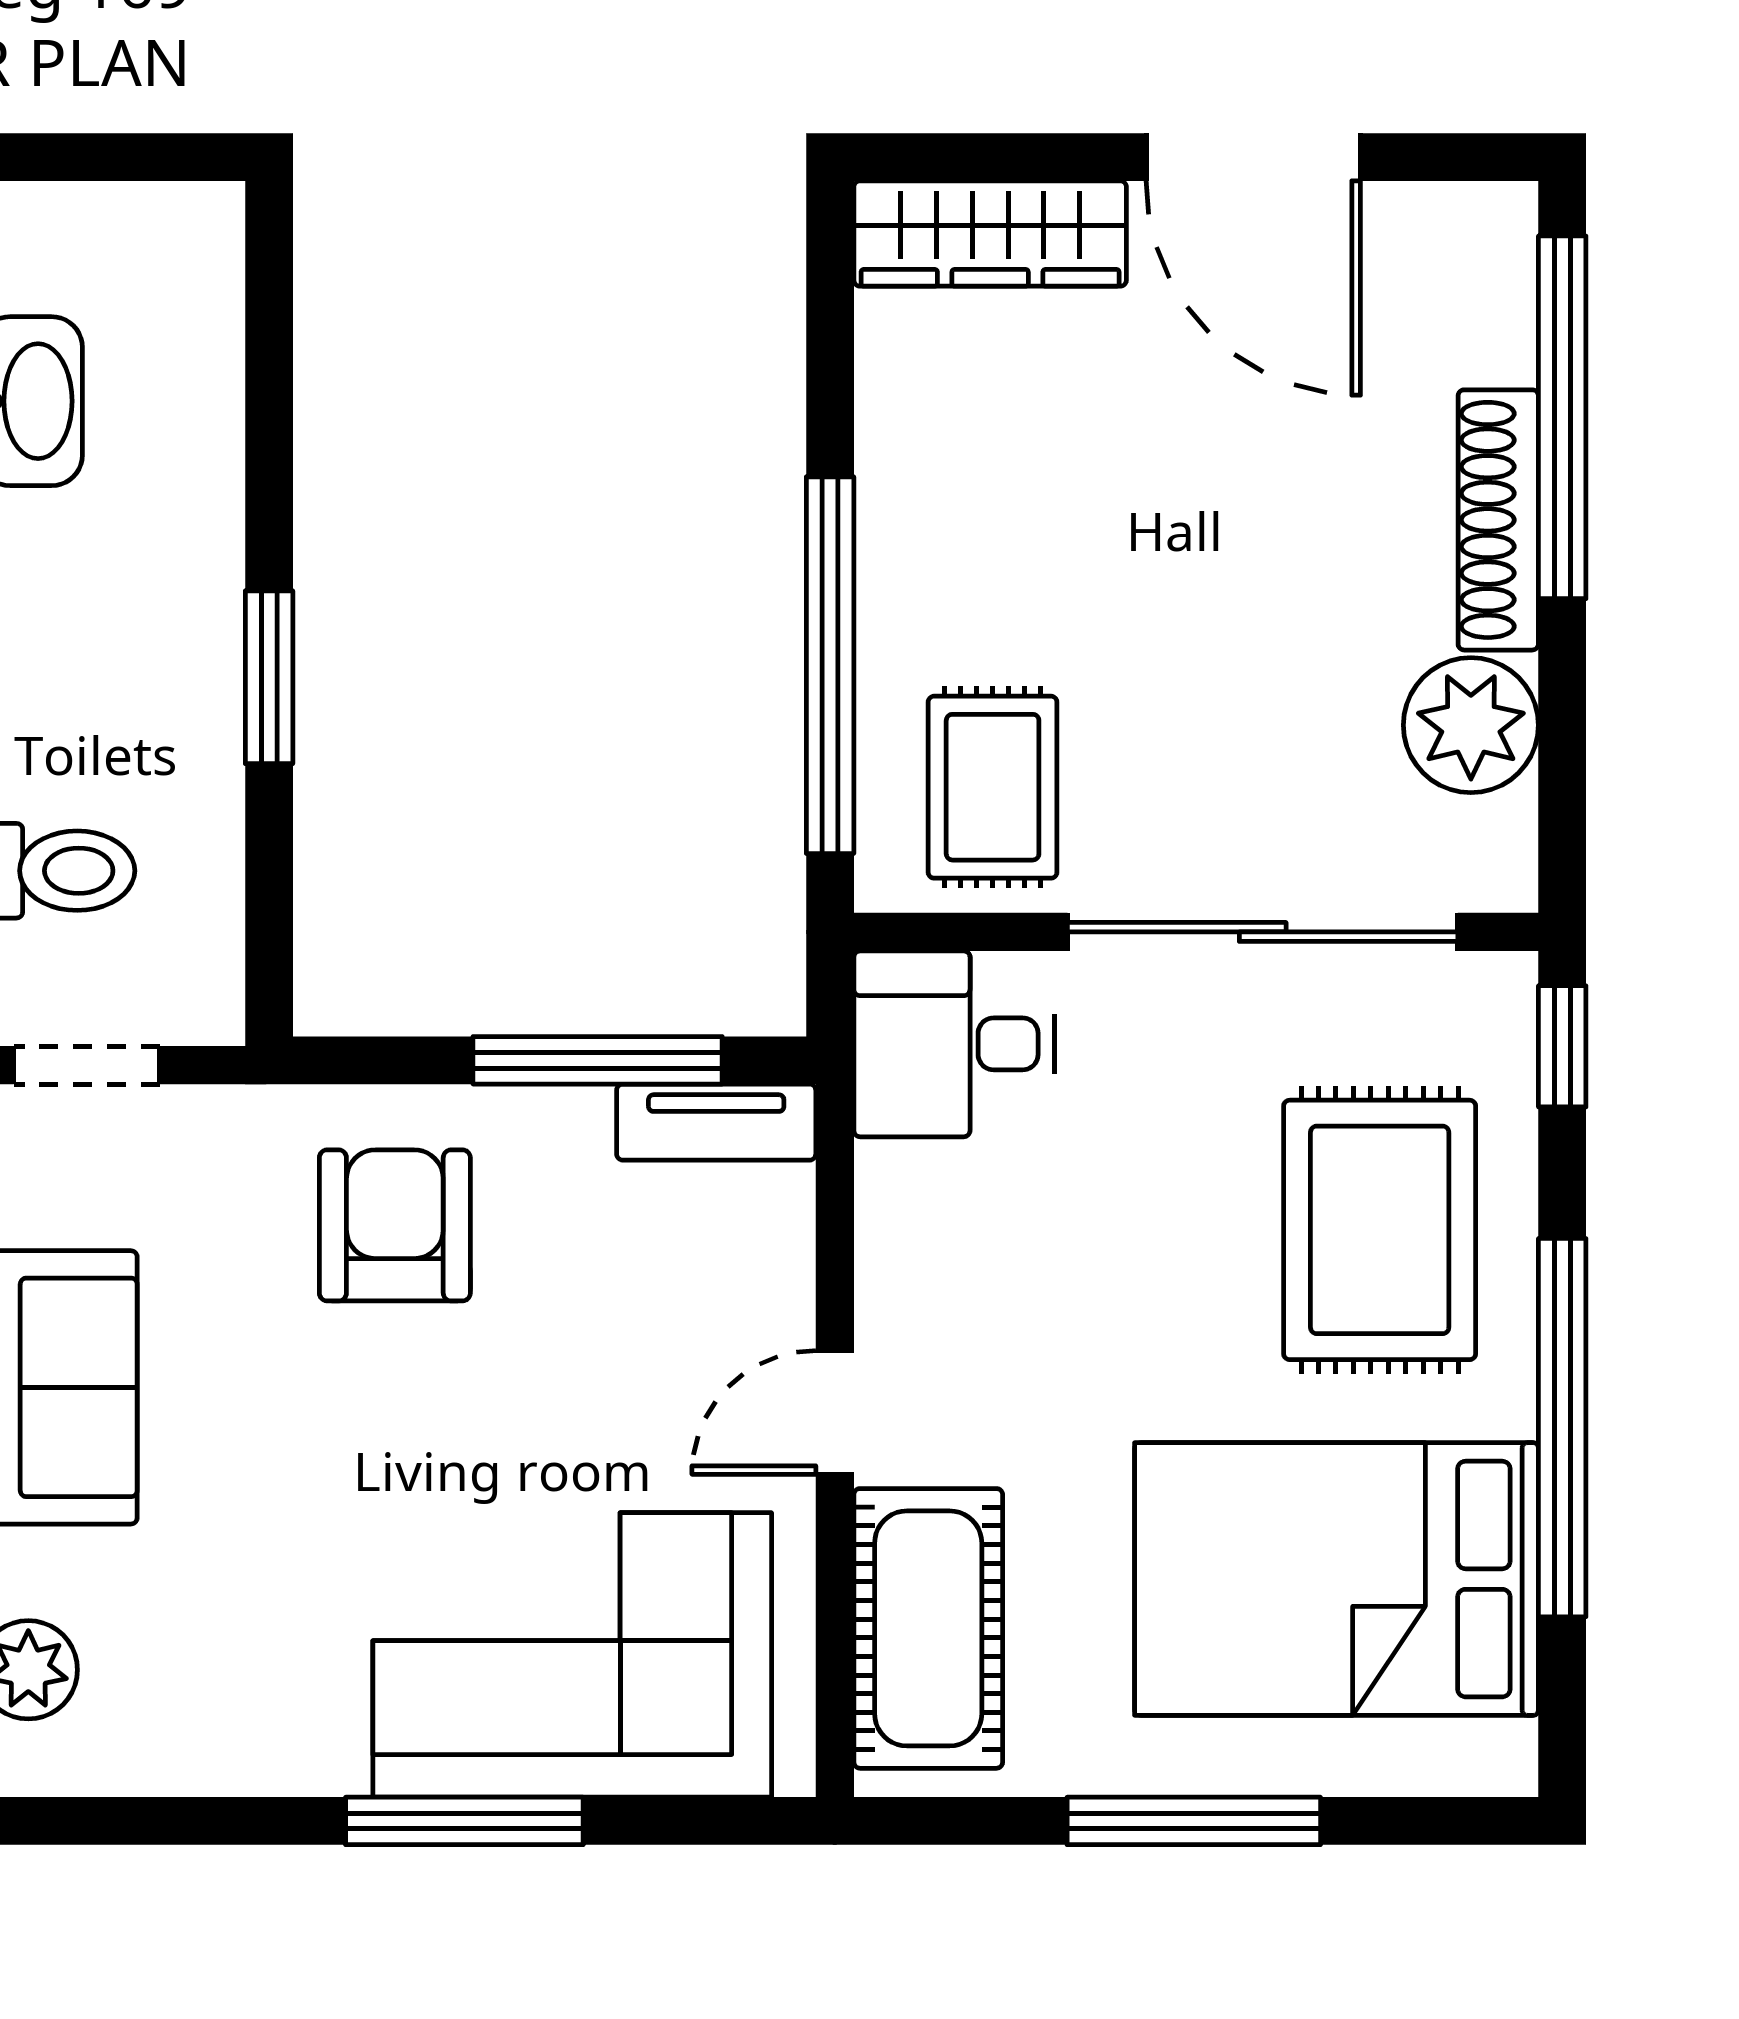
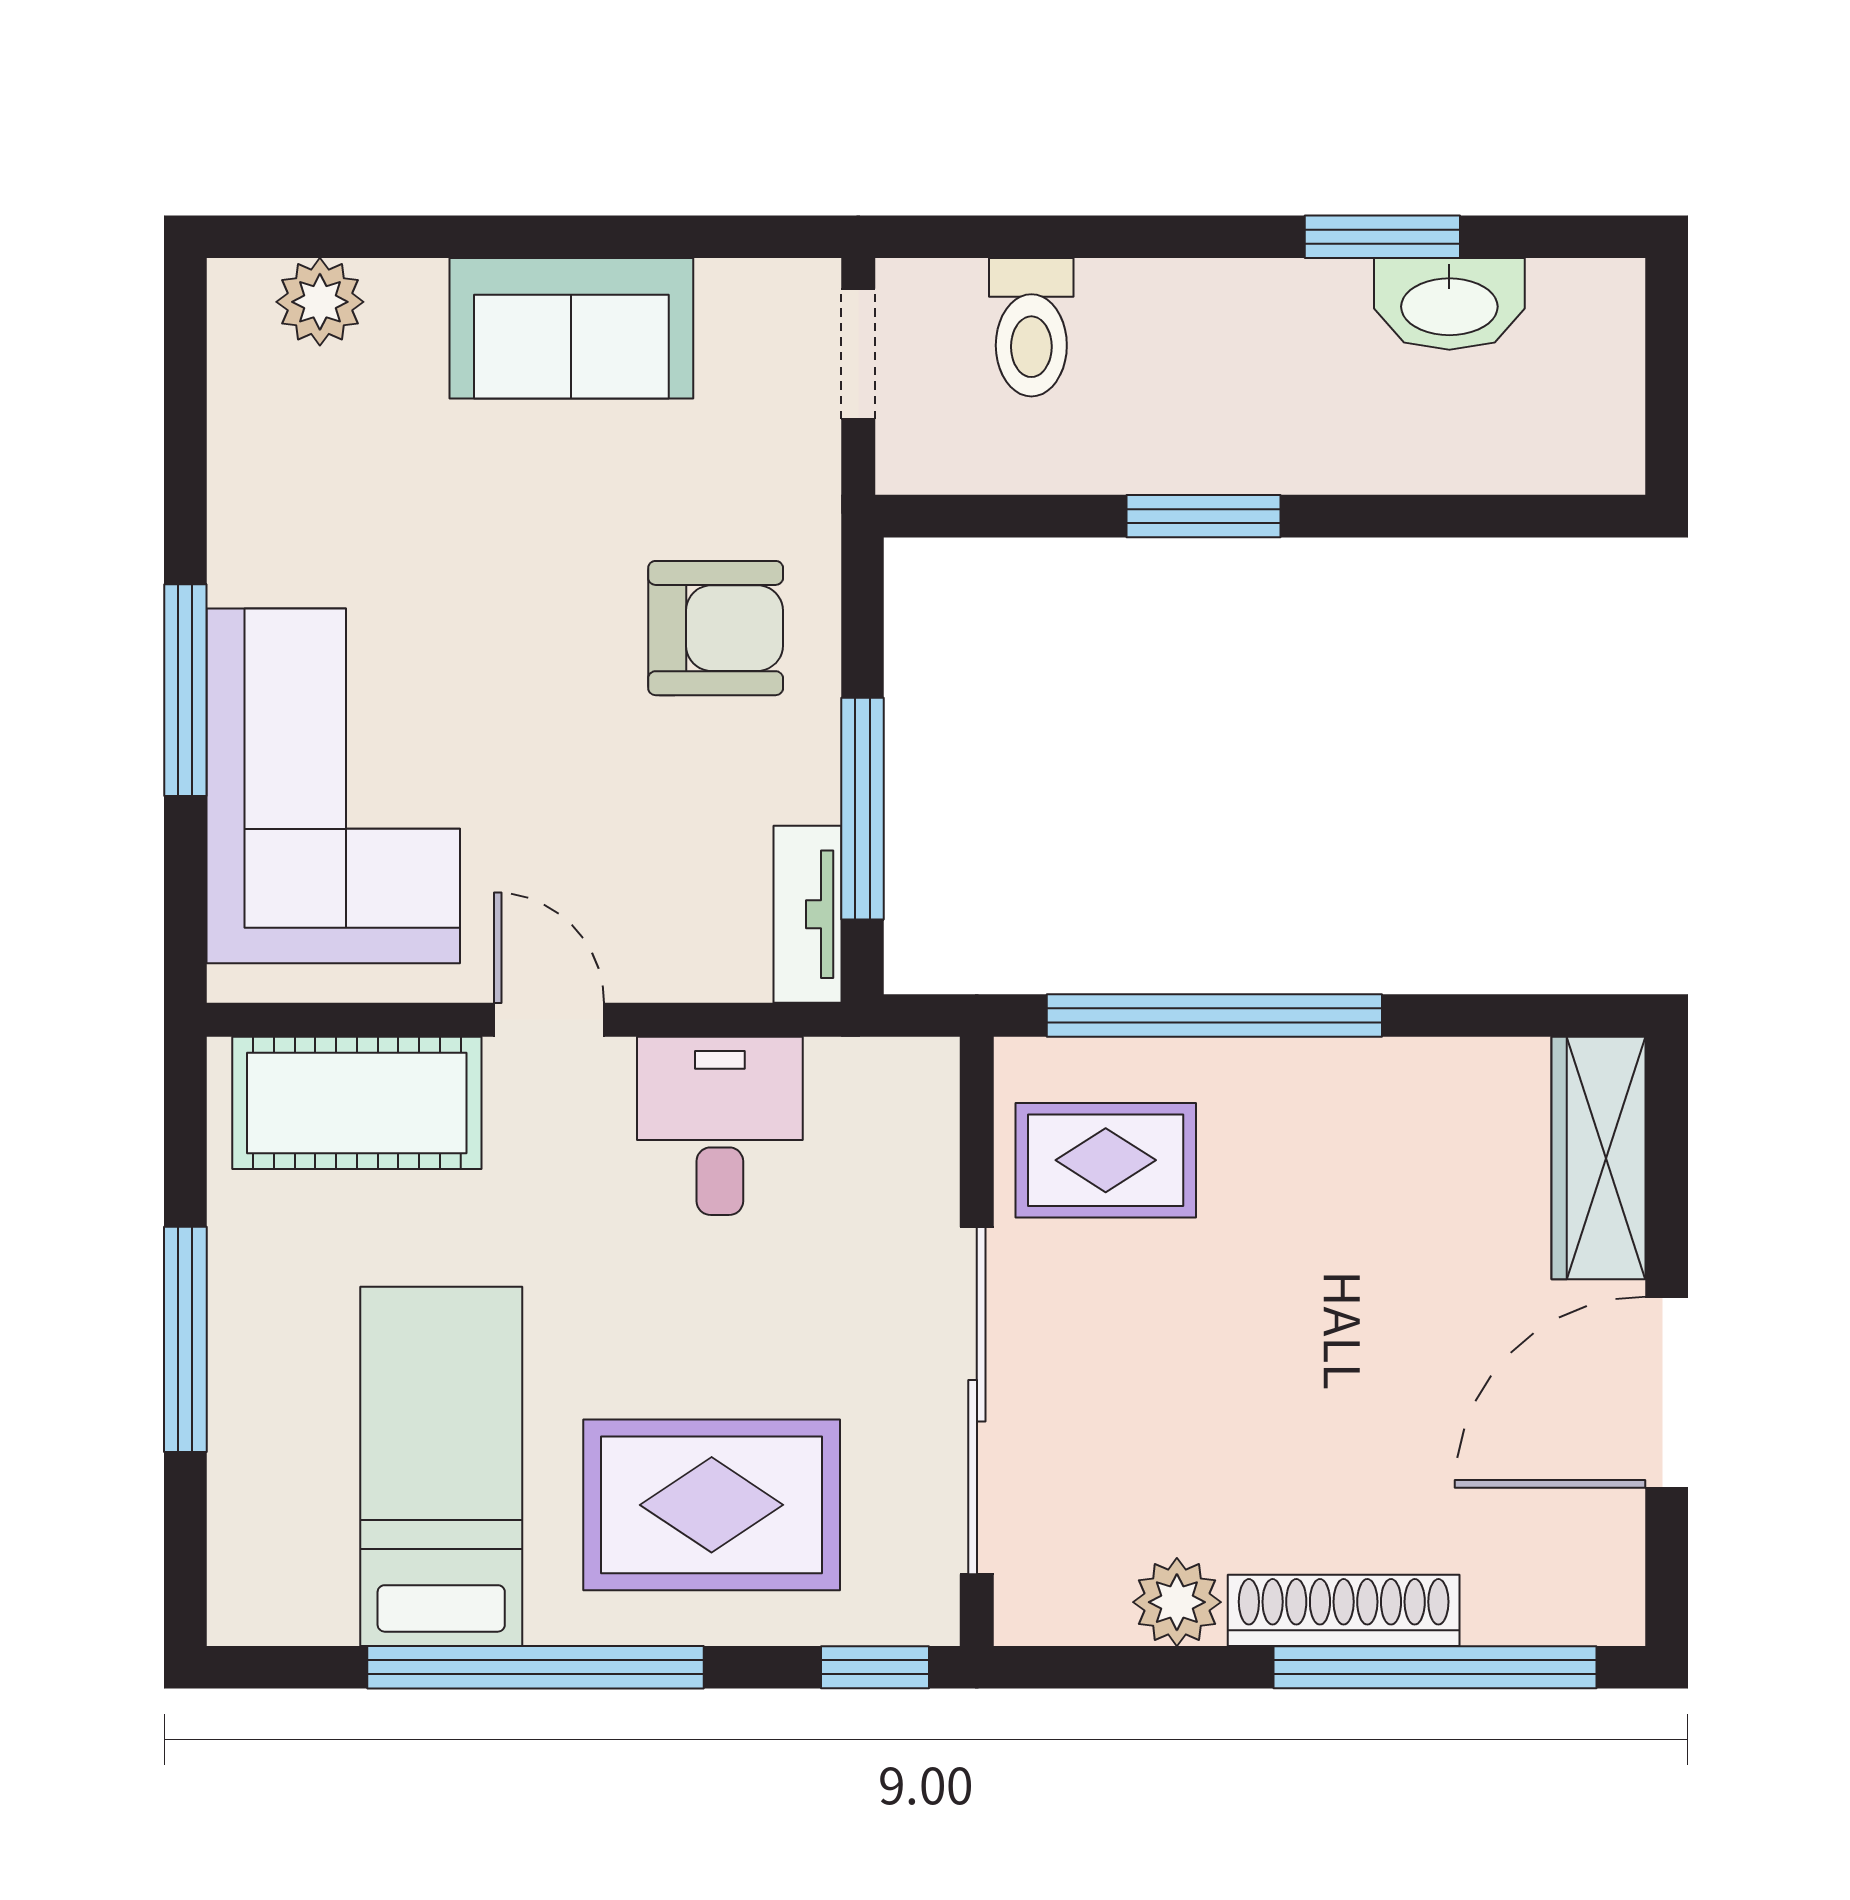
plant: (1471, 725) -> (1177, 1602), width x0.73, depth x0.73
desk: (954, 1044) -> (720, 1126), moved
bed: (1337, 1579) -> (441, 1466), width x0.67

